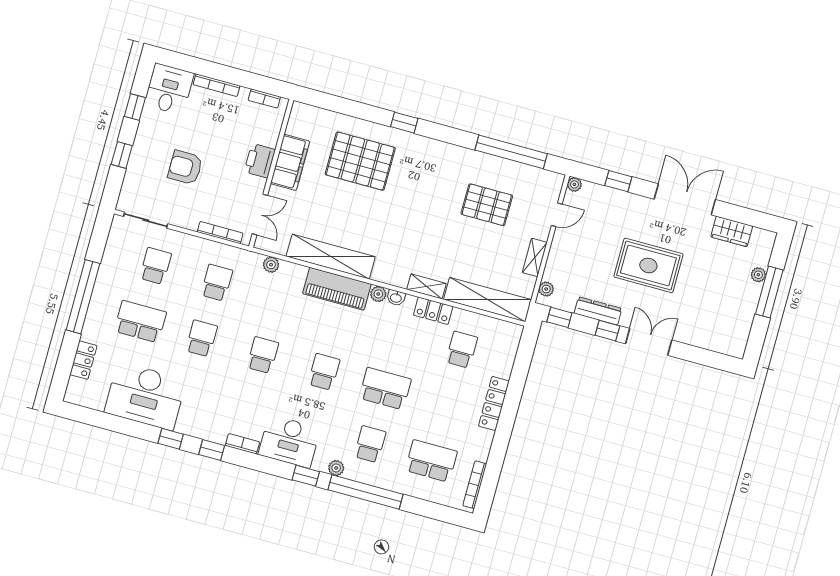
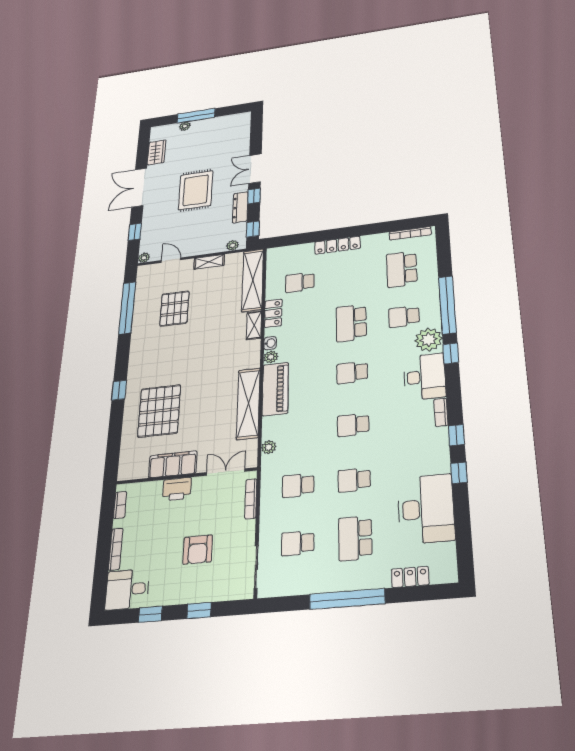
plant: (336, 468) -> (429, 340), width x1.87, depth x1.87

